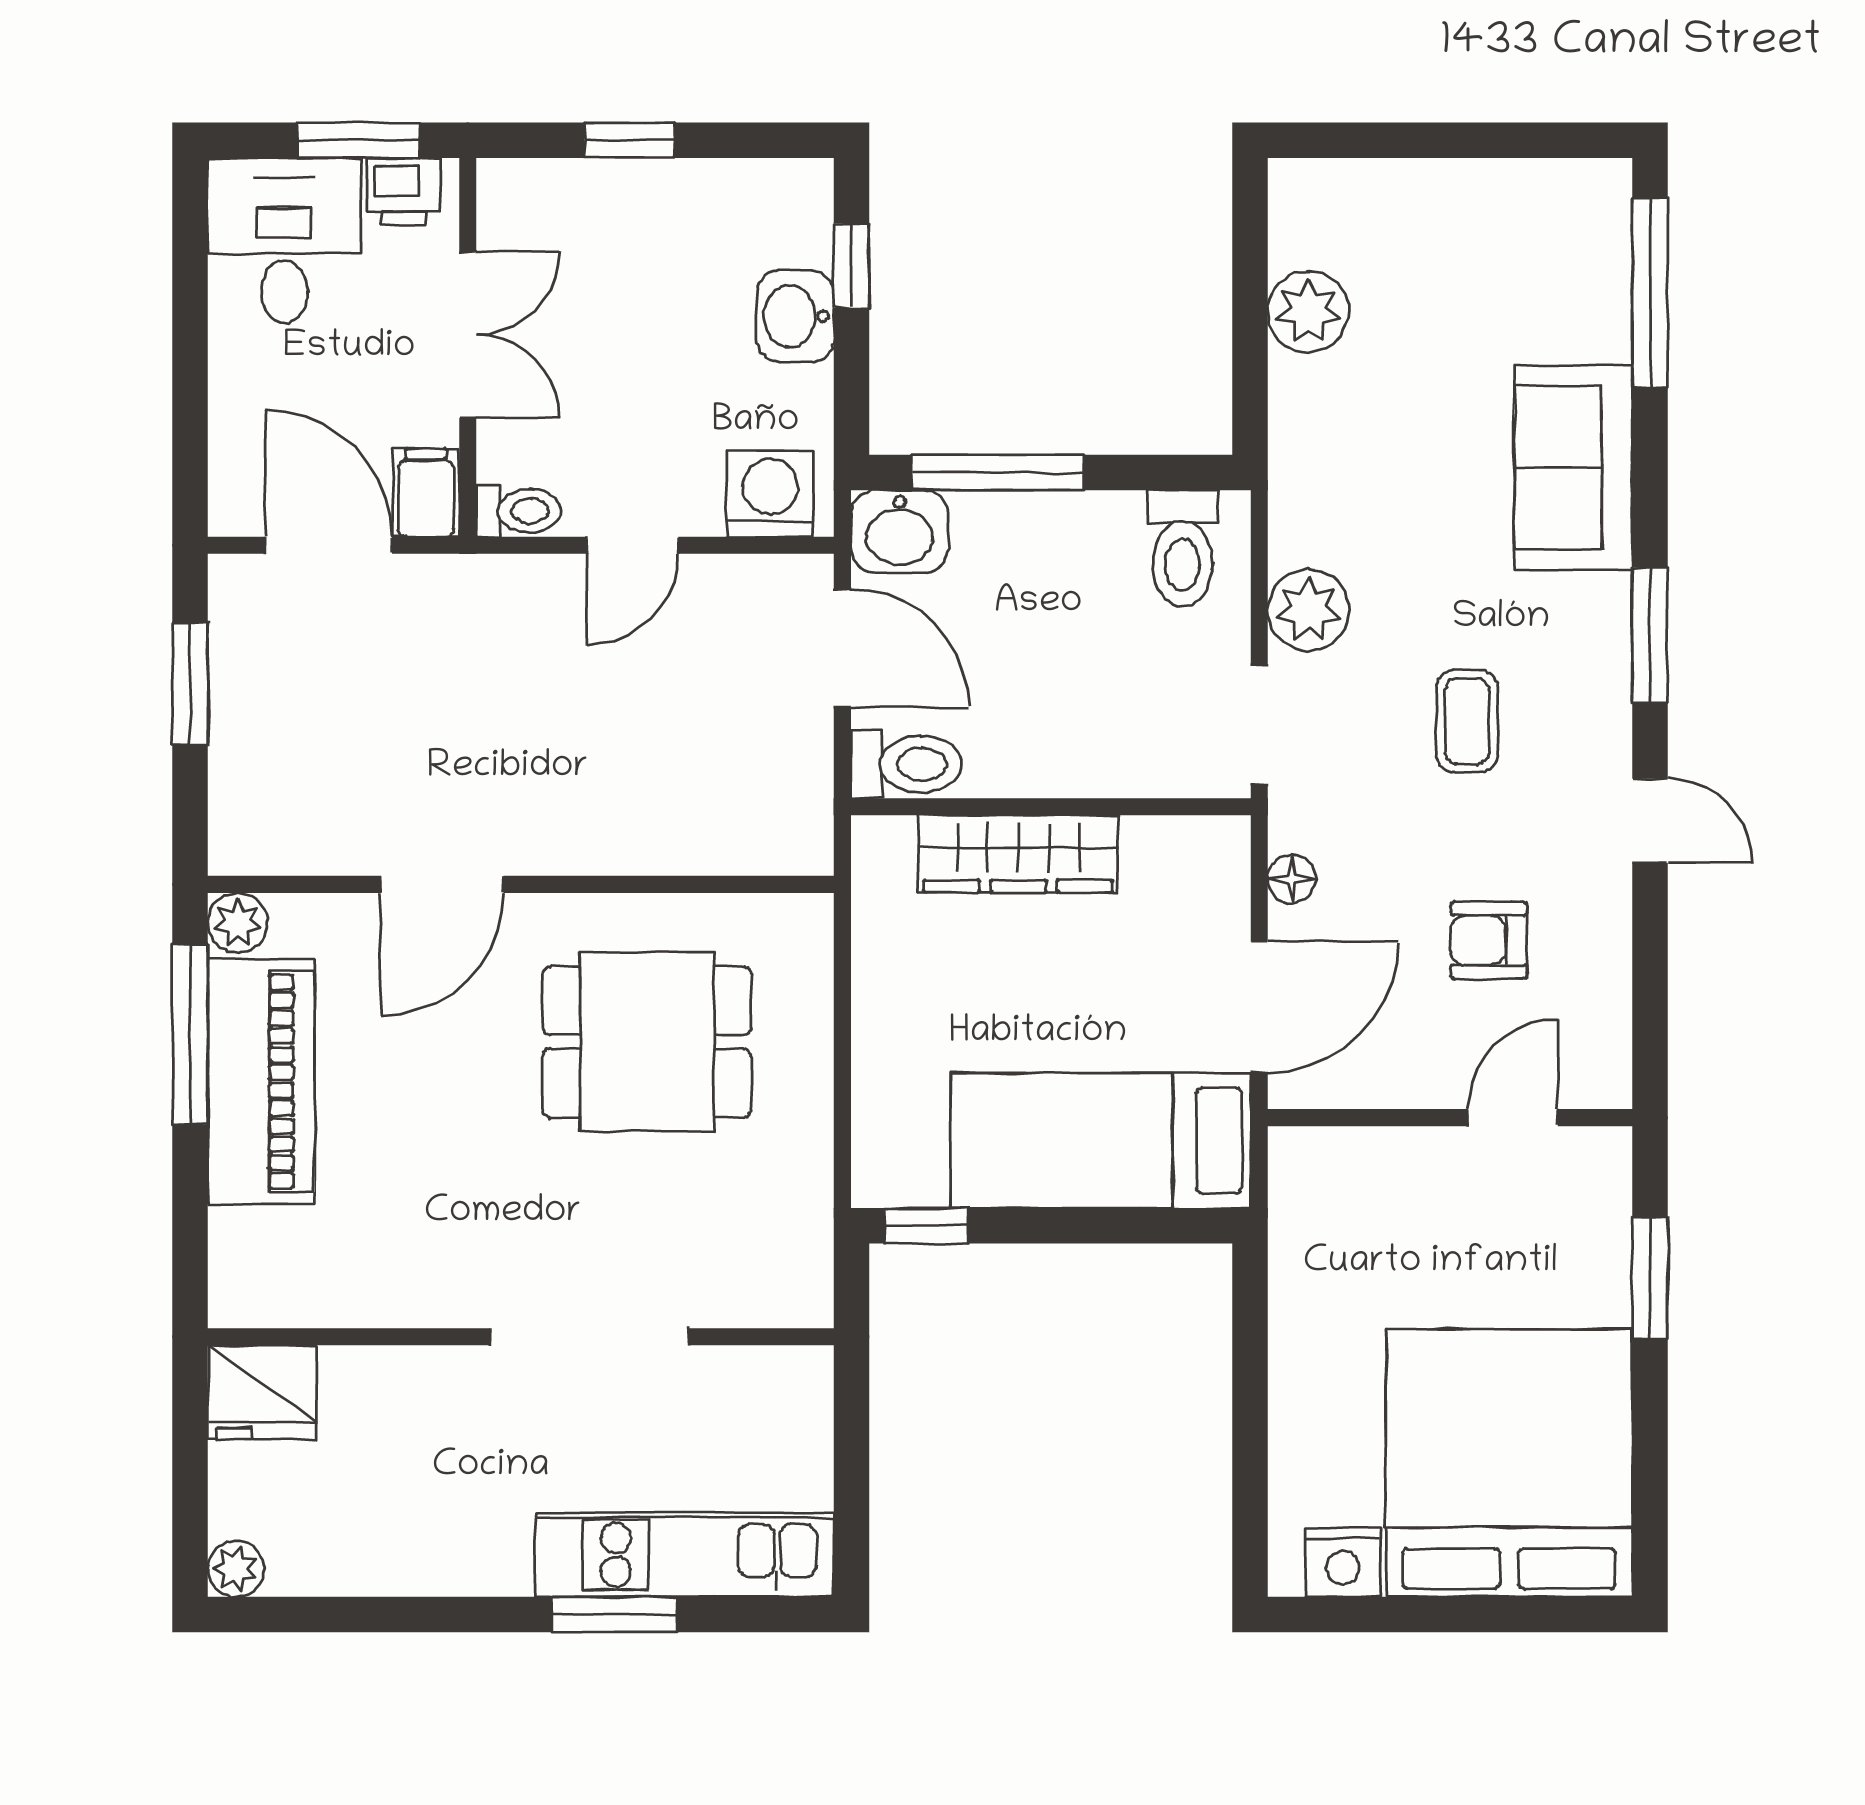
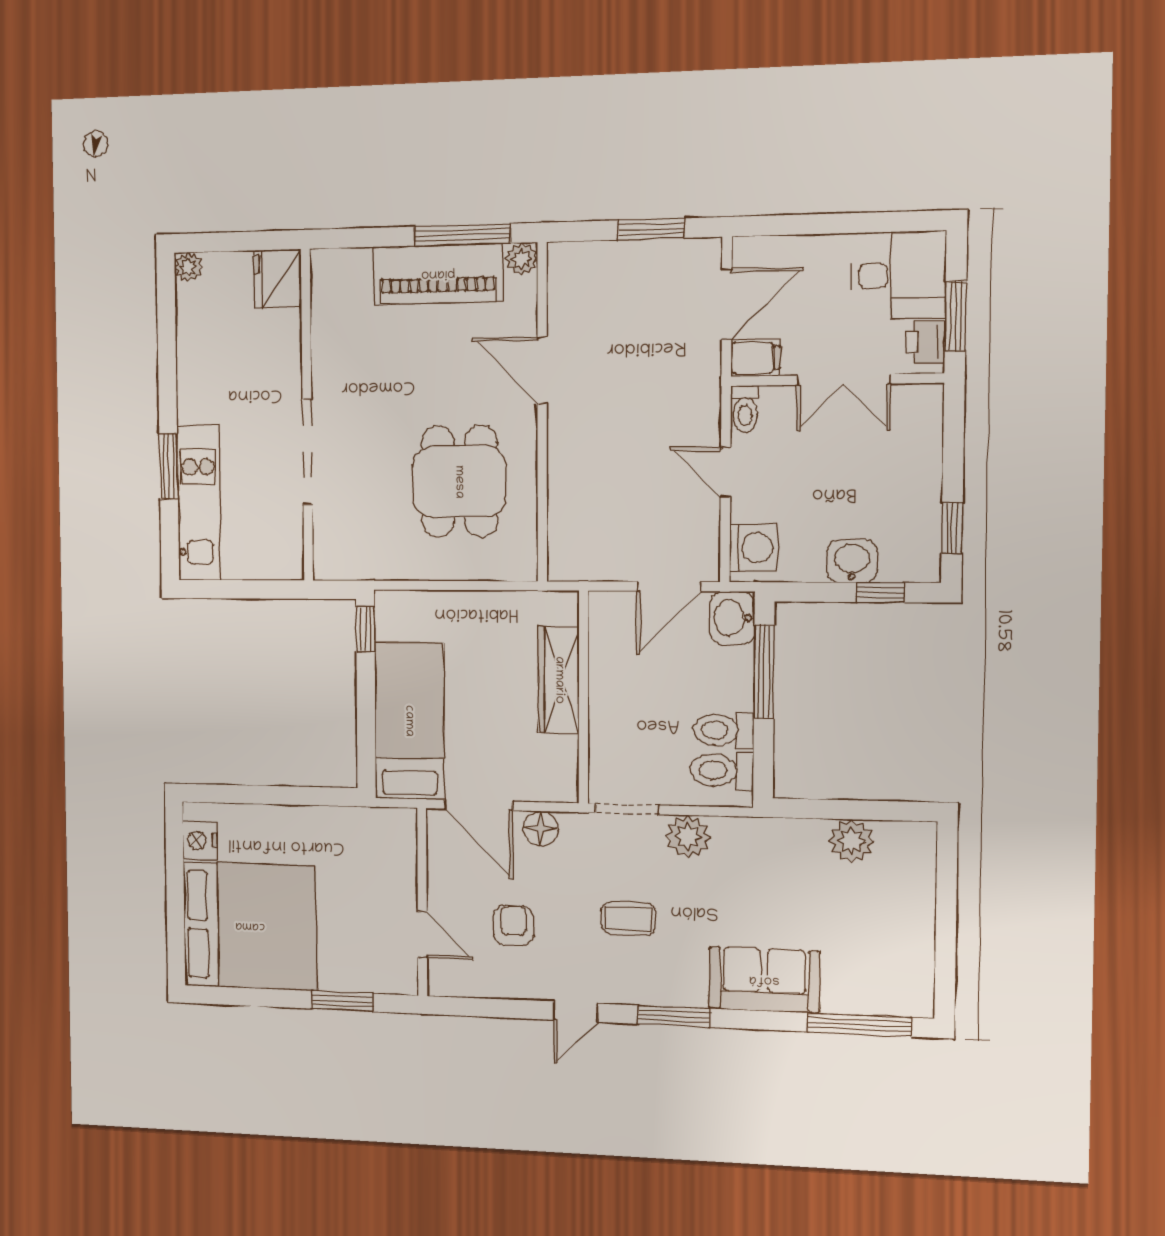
window: (629, 140) -> (952, 528), moved
toilet: (906, 764) -> (723, 730), moved, turned 90
floor lamp: (1292, 879) -> (541, 828), width x1.37, depth x1.37

